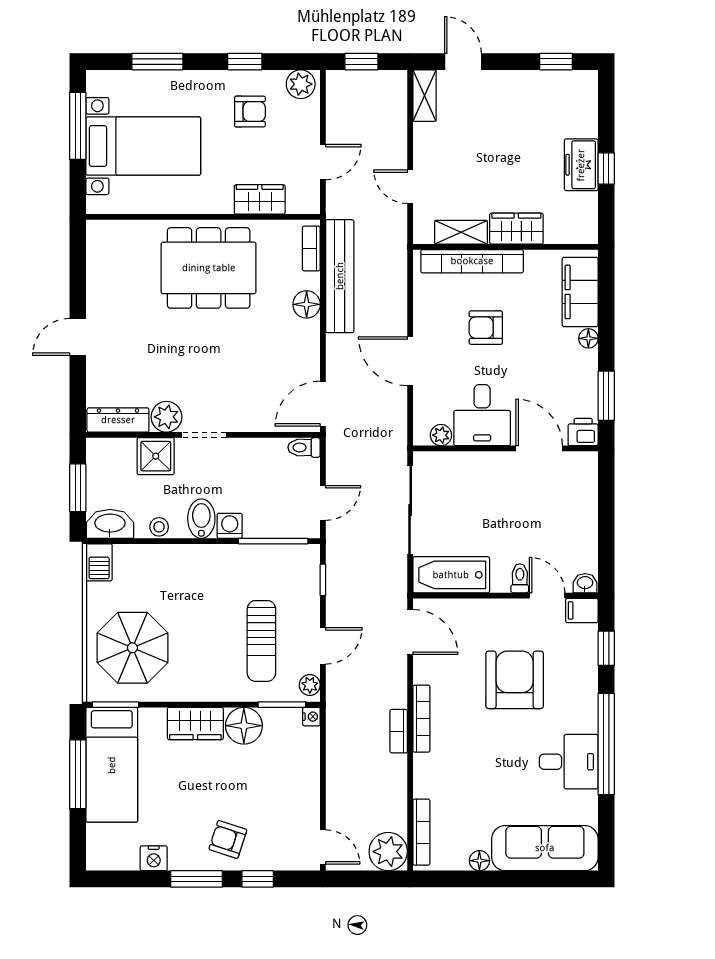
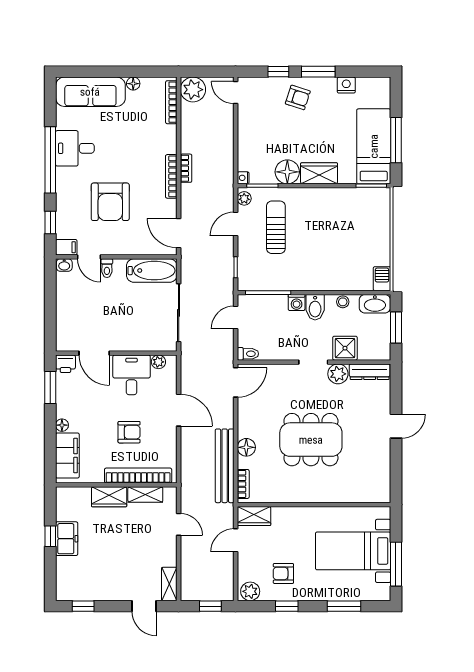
wardrobe: (260, 199) -> (254, 516), moved
dining table: (209, 268) -> (311, 440), moved
parasol: (132, 648) -> (360, 223), removed

